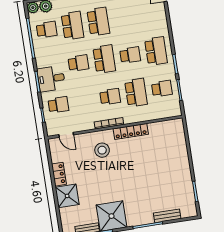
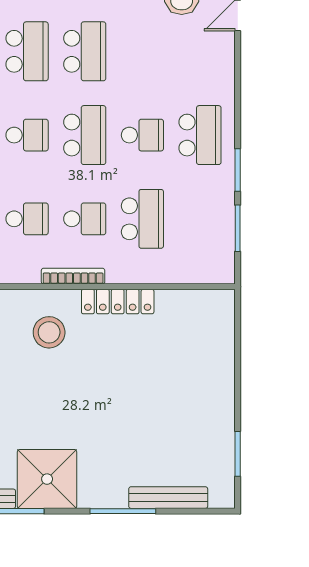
school desk: (162, 89) -> (27, 219), moved
bench: (167, 216) -> (168, 498), width x1.36

